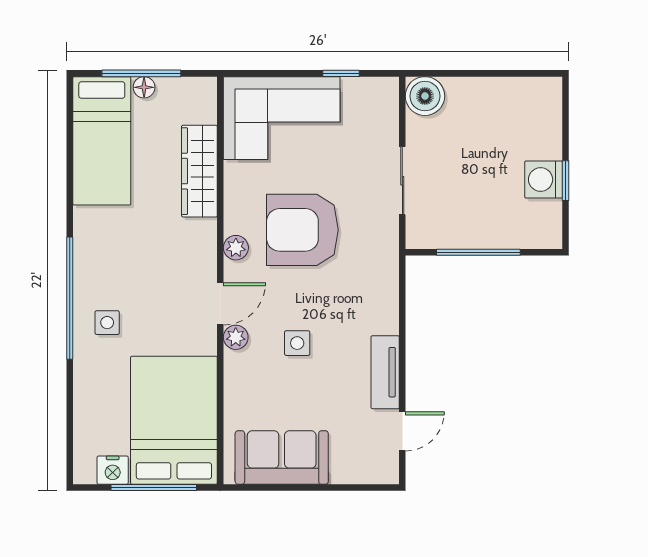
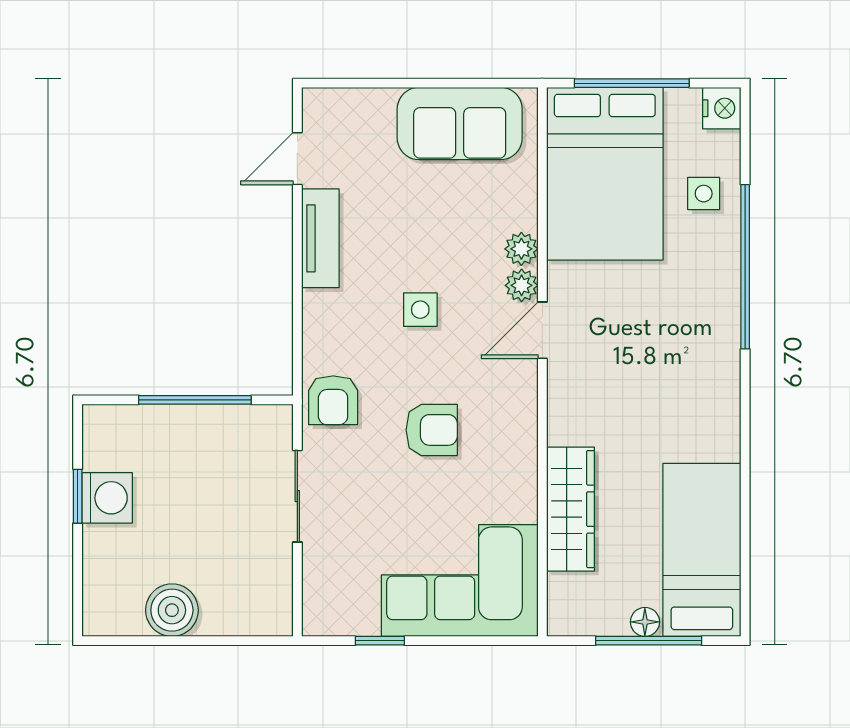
boiler: (425, 96) -> (172, 610), moved
armchair: (302, 230) -> (432, 430), width x0.53, depth x0.53
plant: (236, 248) -> (521, 249), moved
armchair: (376, 252) -> (333, 400), added
window: (70, 298) -> (745, 267), moved
side table: (107, 323) -> (704, 194), moved
side table: (297, 343) -> (420, 310), moved
nightstand: (113, 470) -> (722, 108), moved, turned 90

